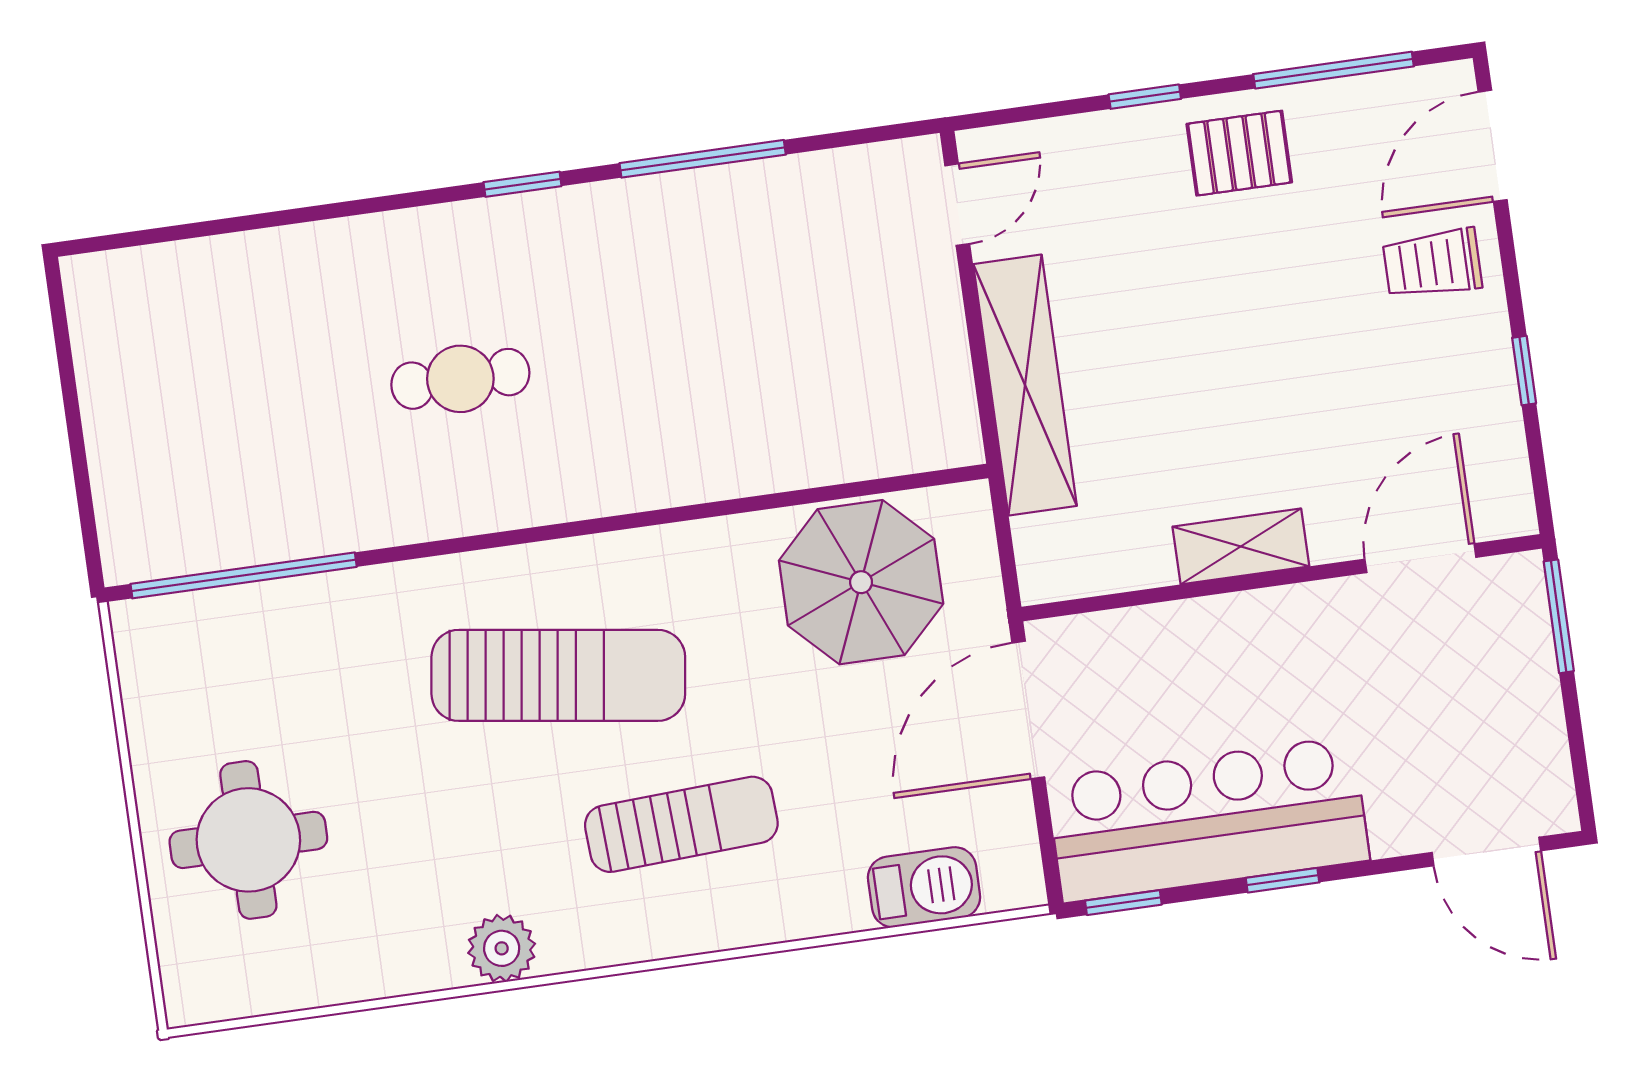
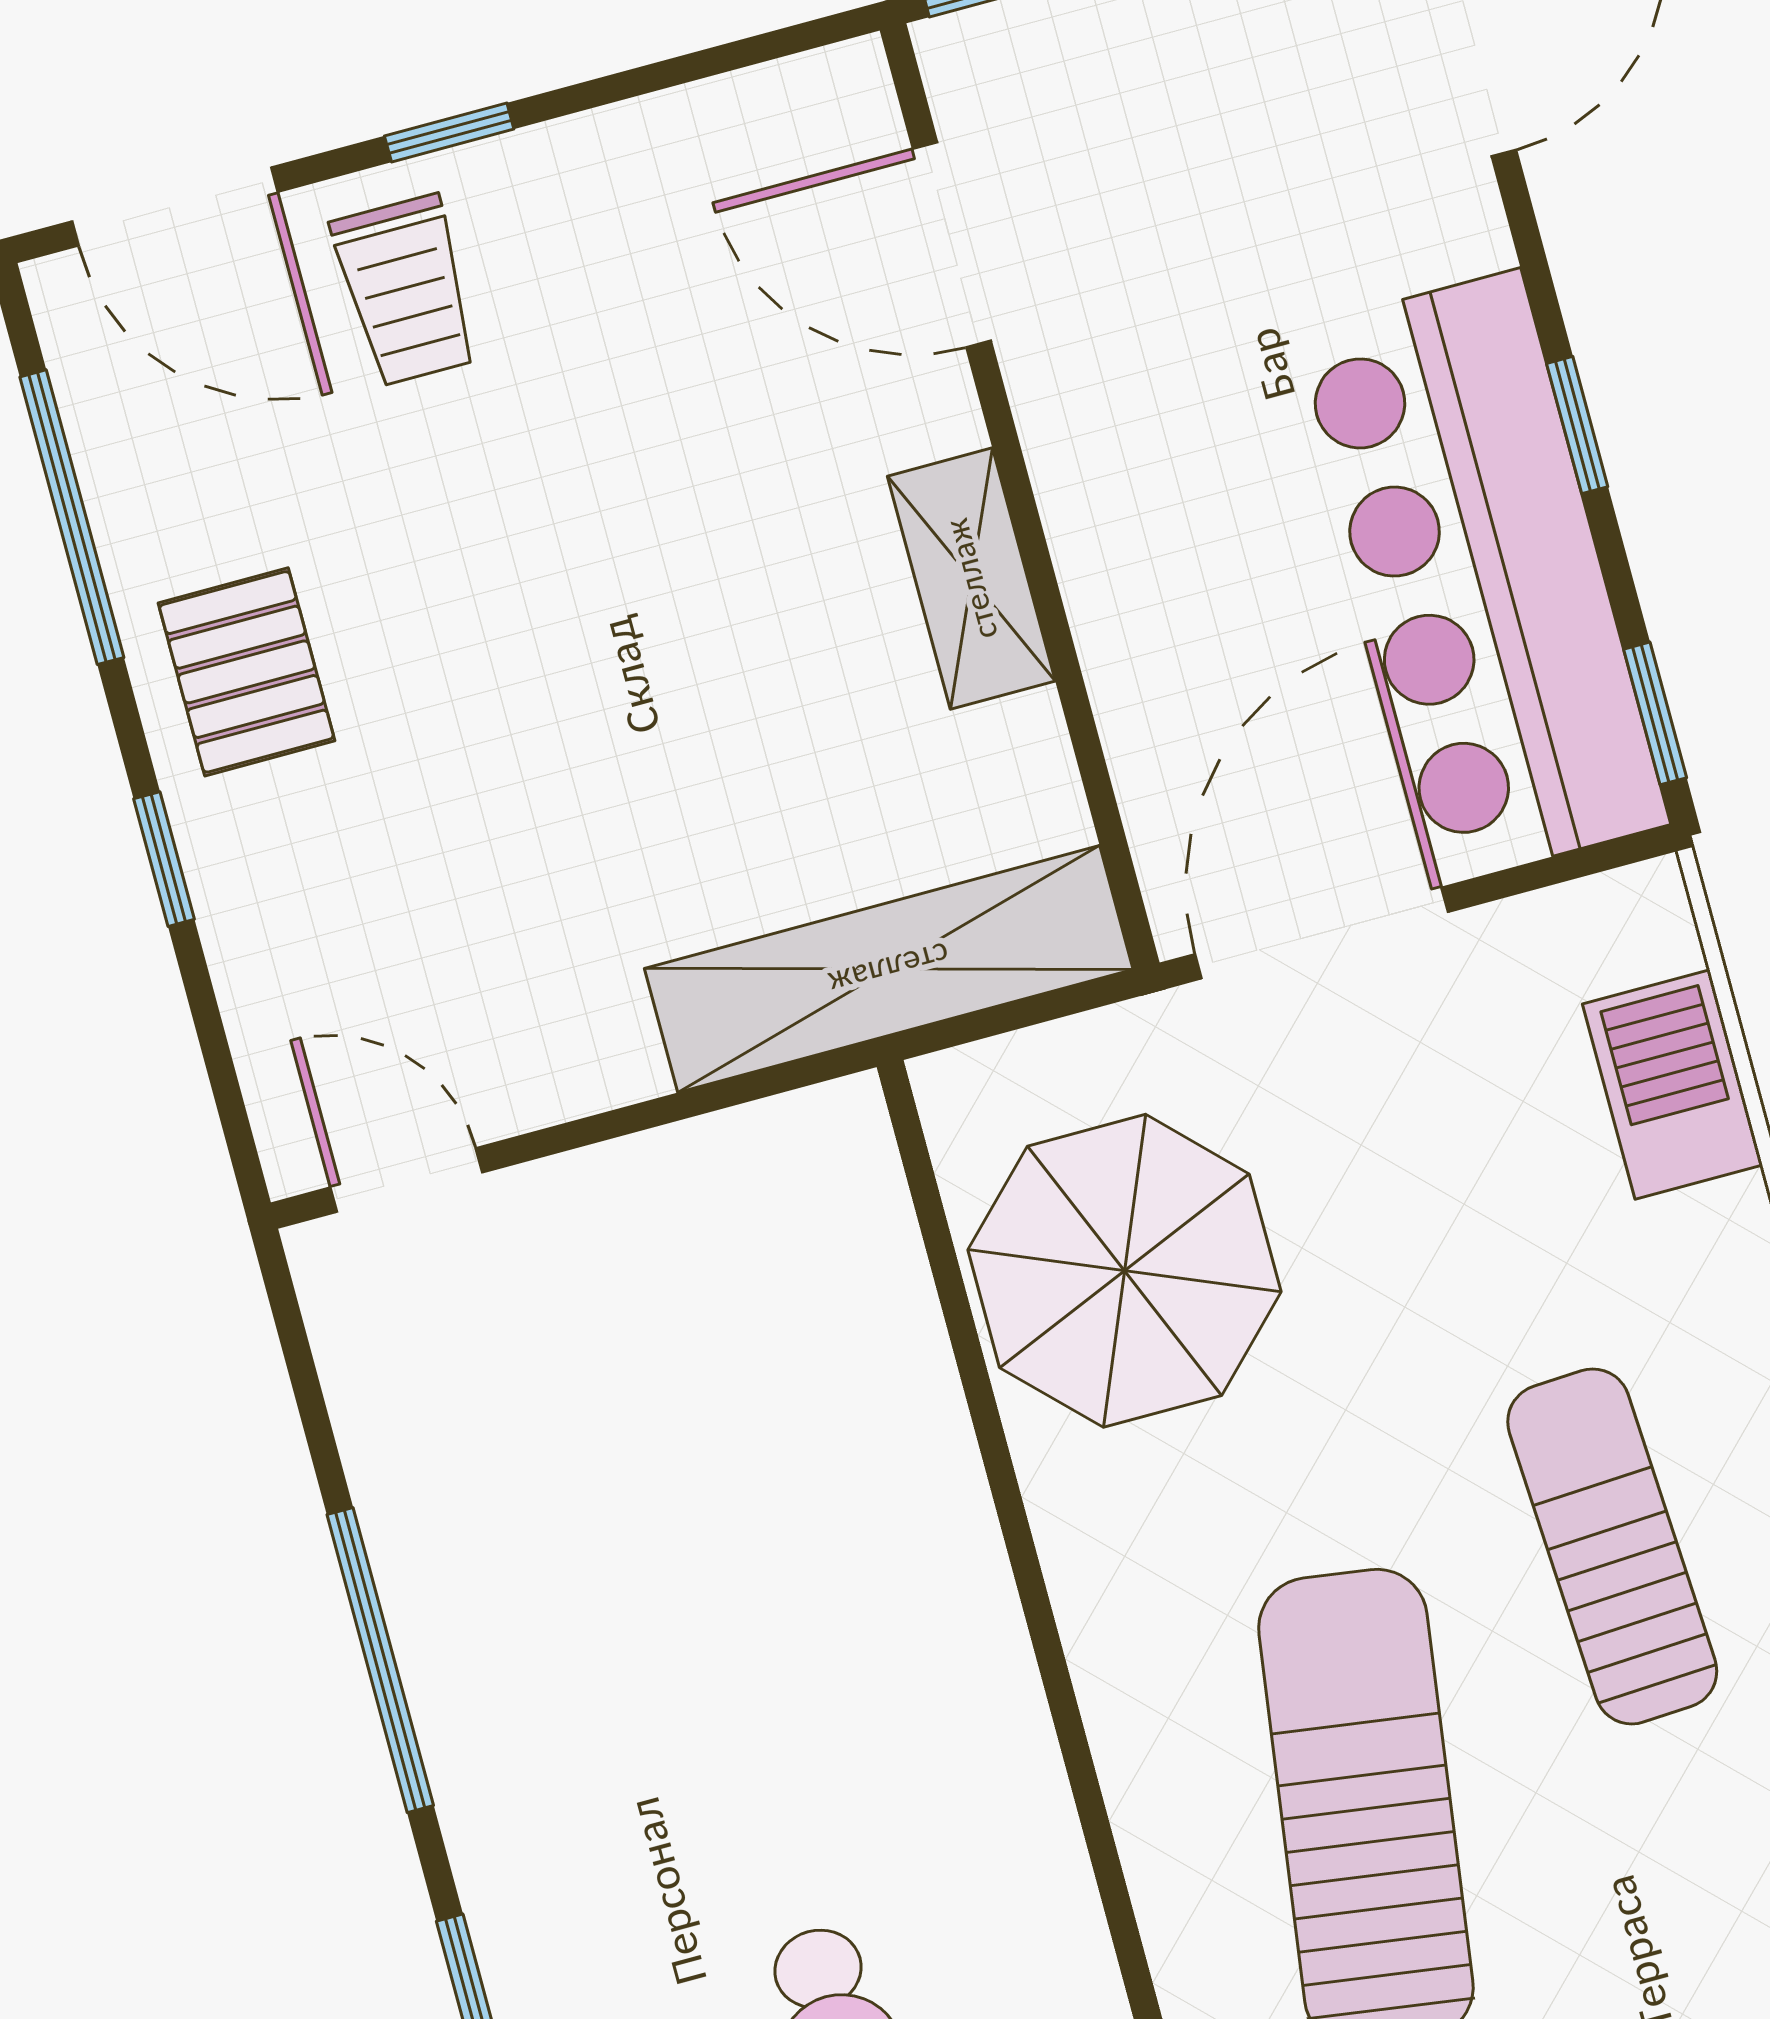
window: (1524, 371) -> (449, 133), moved
shelving: (1025, 385) -> (889, 969), moved
door: (1028, 710) -> (1322, 933), swing flipped

